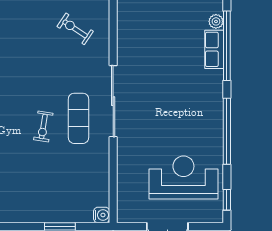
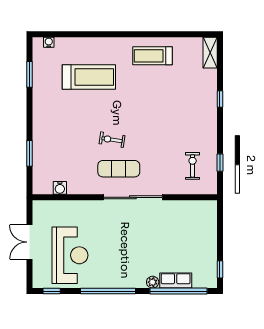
plant: (216, 21) -> (153, 282), moved
exercise bike: (75, 29) -> (193, 166), turned -34
water cooler: (102, 215) -> (60, 188), moved

